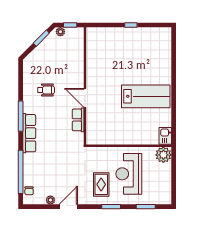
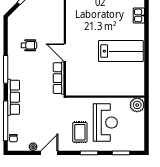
row of seats: (78, 120) -> (59, 78), width x1.48
row of seats: (29, 133) -> (14, 97), moved
kitchen sink: (165, 136) -> (139, 15), moved
reception desk: (129, 174) -> (105, 123), turned 180

